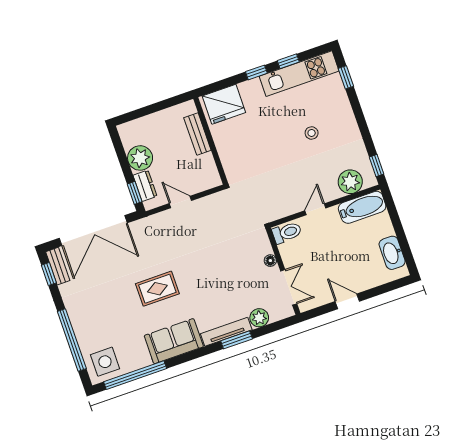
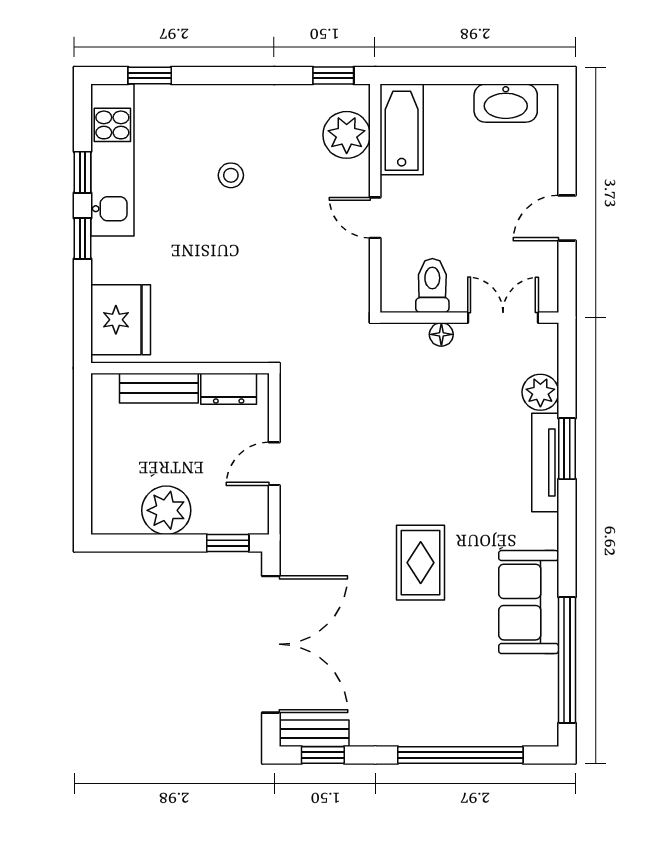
dresser: (145, 186) -> (229, 389), moved, turned 180
toilet: (287, 233) -> (432, 286), moved
sofa: (174, 341) -> (529, 602), moved
side table: (105, 362) -> (522, 707), removed

